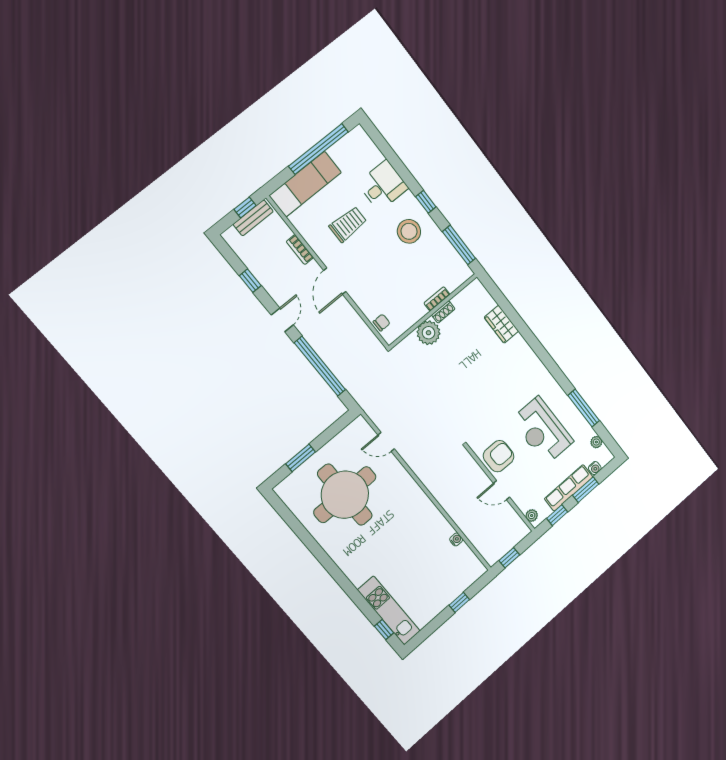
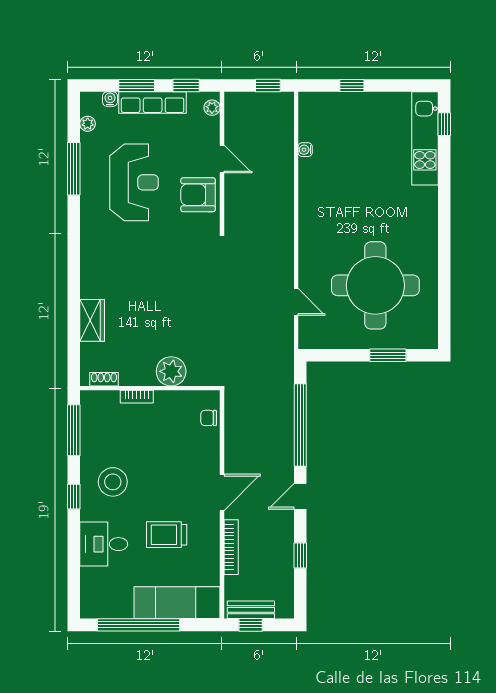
bookcase: (300, 250) -> (231, 547), width x1.56
shoe rack: (443, 312) -> (104, 379), moved

